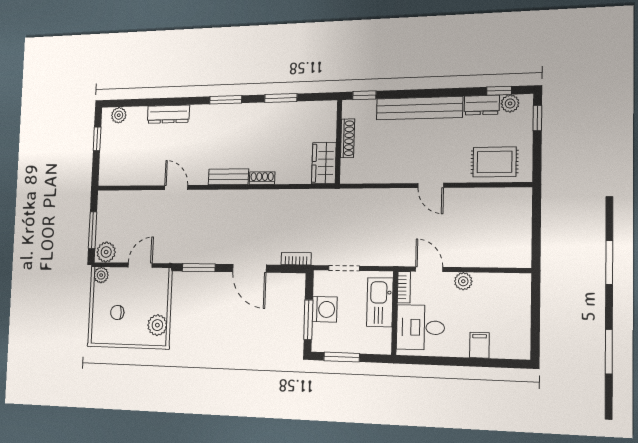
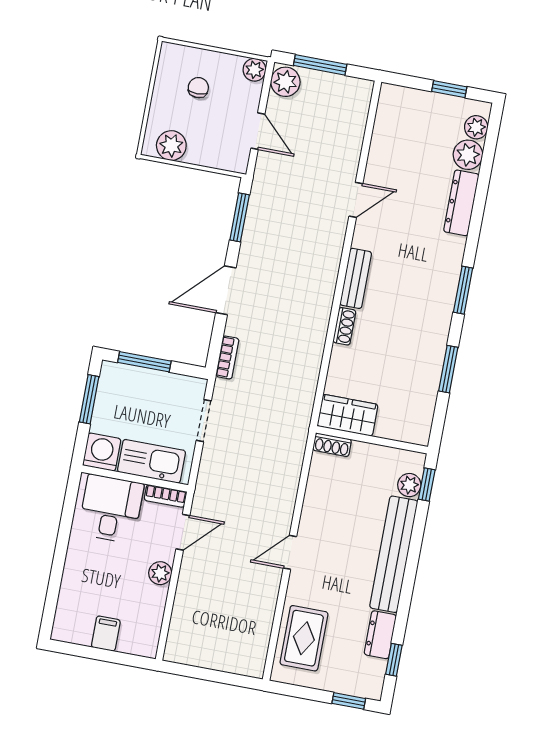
plant: (510, 103) -> (409, 485), moved
plant: (137, 117) -> (468, 155), added
shoe rack: (348, 138) -> (332, 445), moved, width x0.70
washing machine: (325, 309) -> (102, 452), moved, turned 180
filing cabinet: (479, 345) -> (106, 634), moved, turned -90

